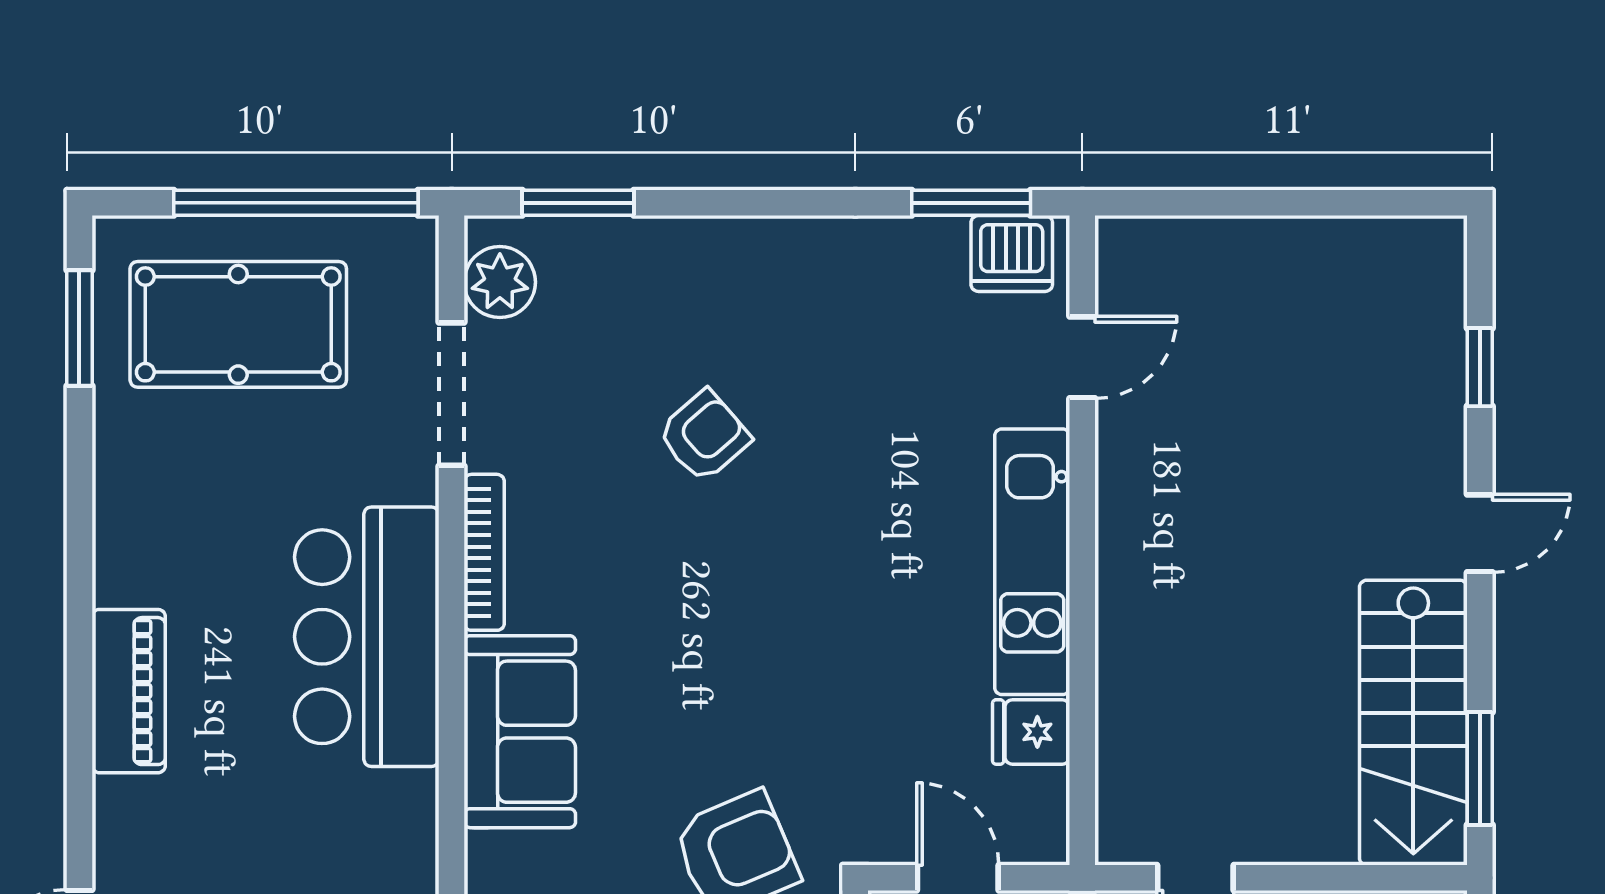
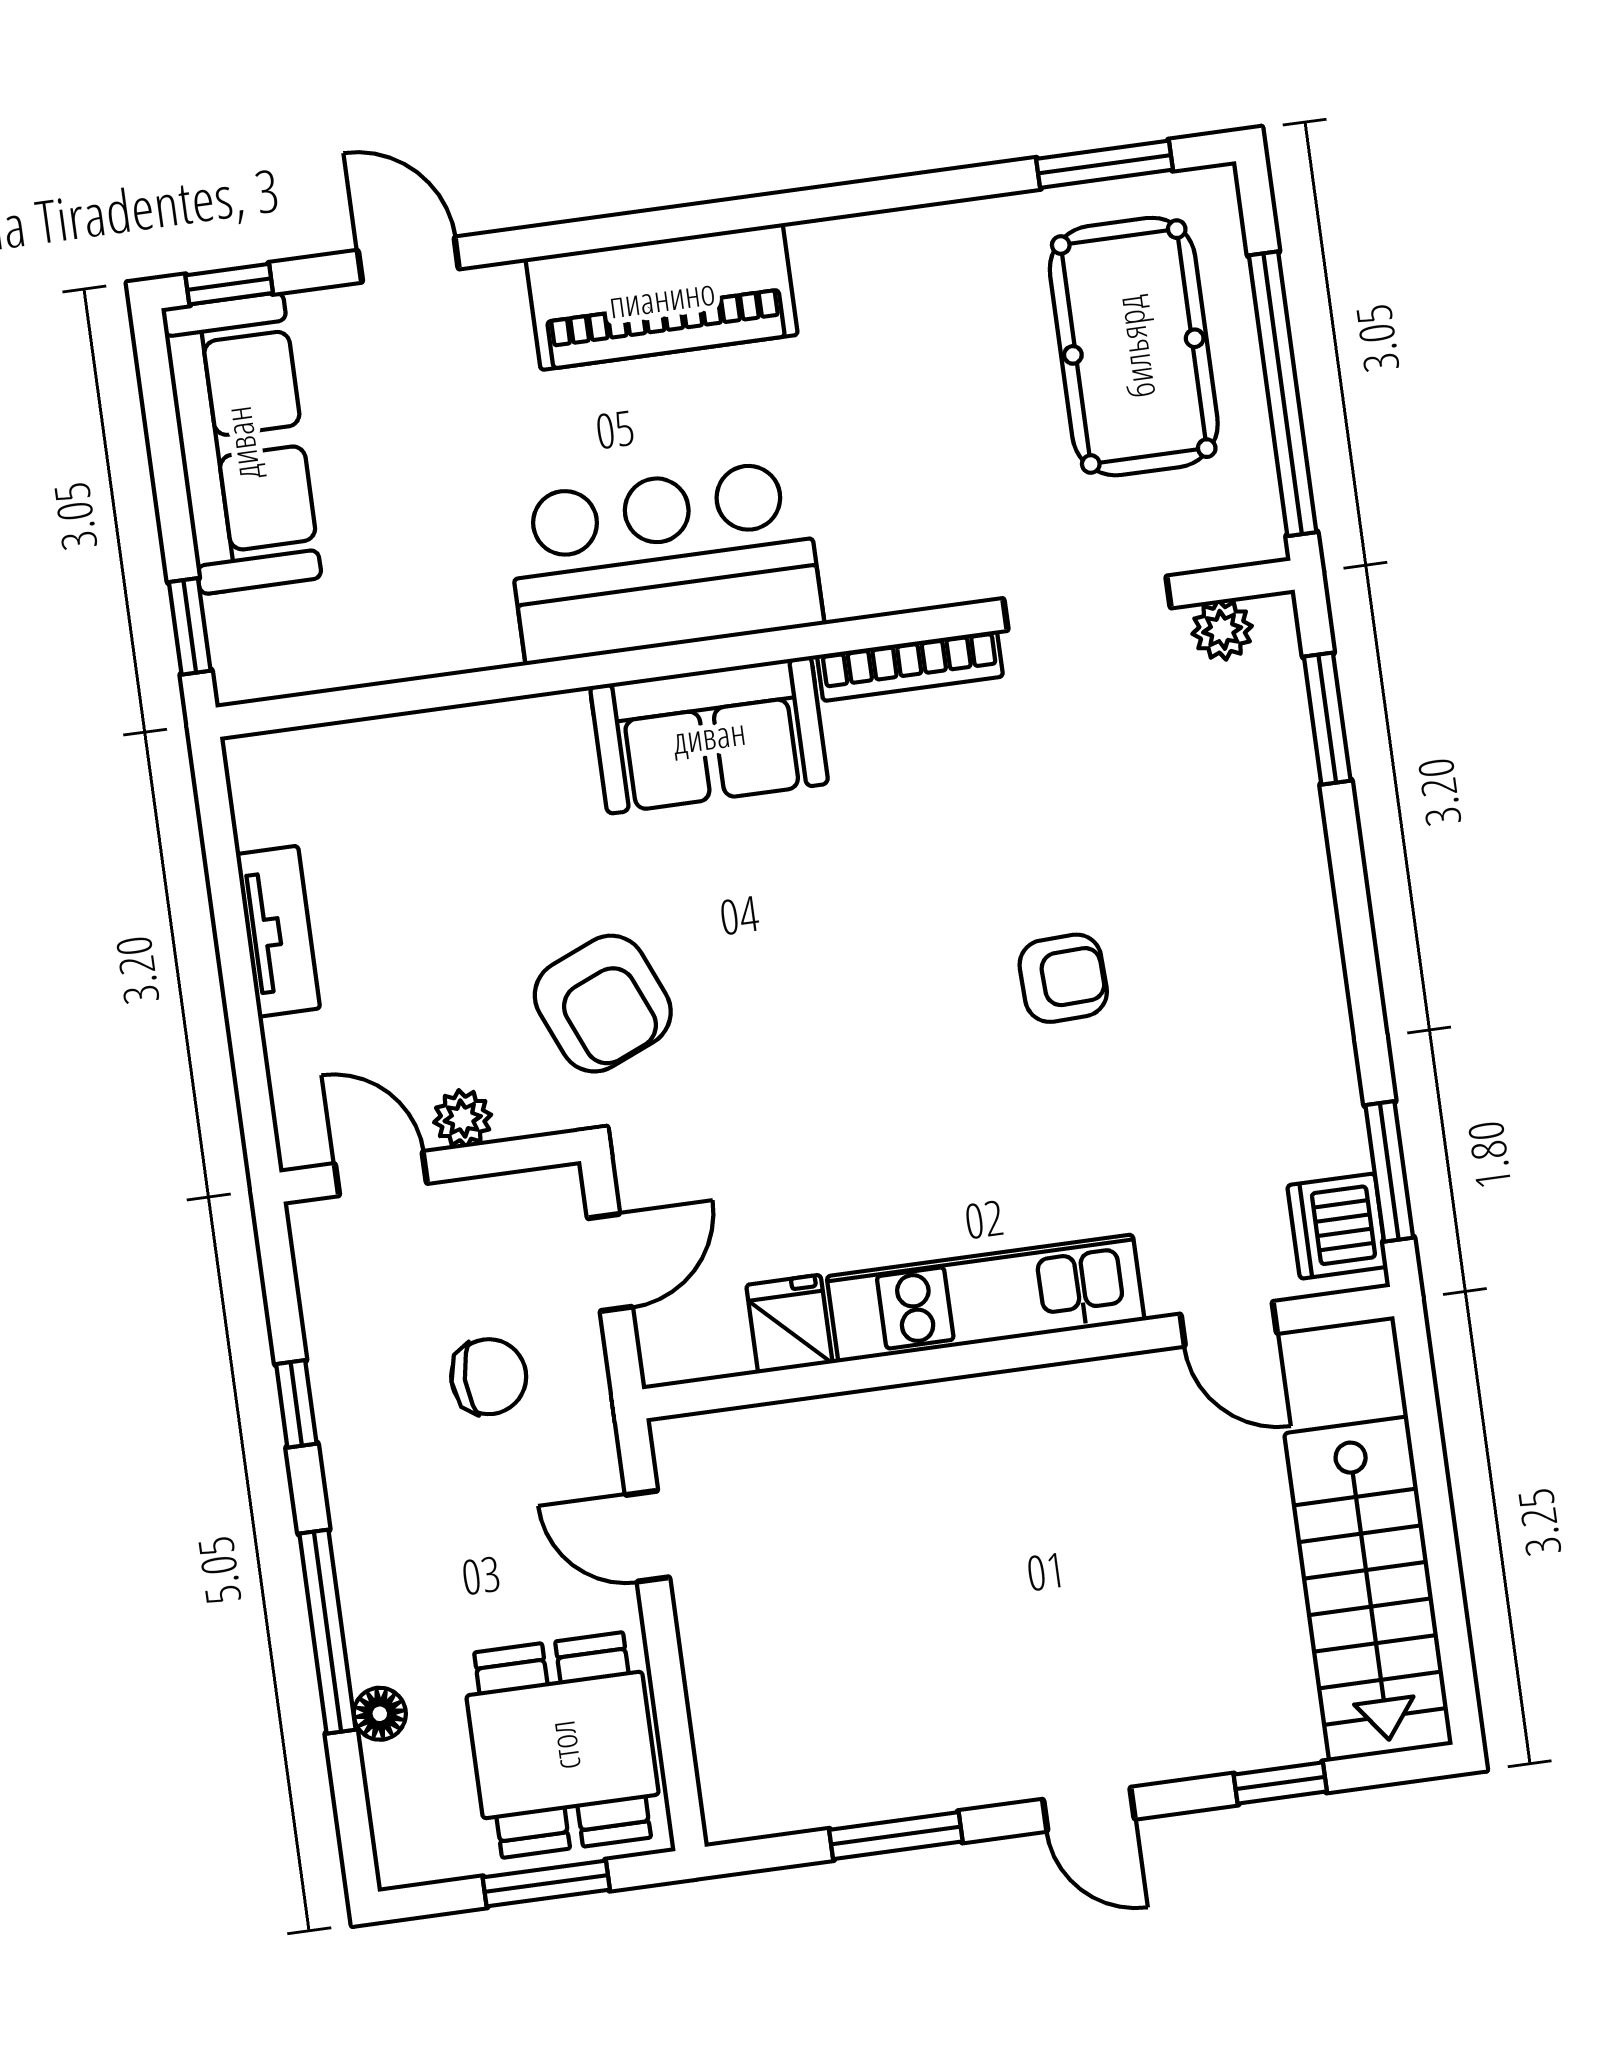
plant: (500, 282) -> (1222, 630), width x0.73, depth x0.73
armchair: (704, 436) -> (1063, 978), moved, turned -51
bar counter: (367, 637) -> (664, 562), moved
piano: (129, 691) -> (662, 297), width x1.37, depth x1.33
stairs: (1413, 723) -> (1369, 1589), moved, turned -90
window: (1480, 768) -> (896, 1836), moved

